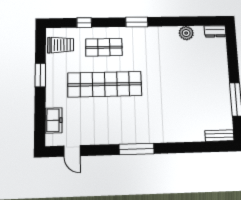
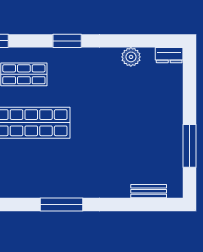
bench: (219, 136) -> (149, 191), moved

